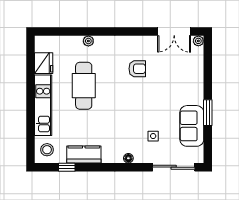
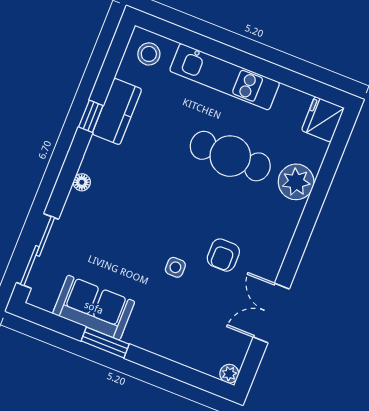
double door: (174, 31) -> (271, 313), moved
plant: (88, 41) -> (296, 182), width x1.88, depth x1.88
fridge: (44, 63) -> (323, 119), moved, turned 90
side table: (153, 136) -> (175, 267), moved
window: (67, 167) -> (91, 116), moved

